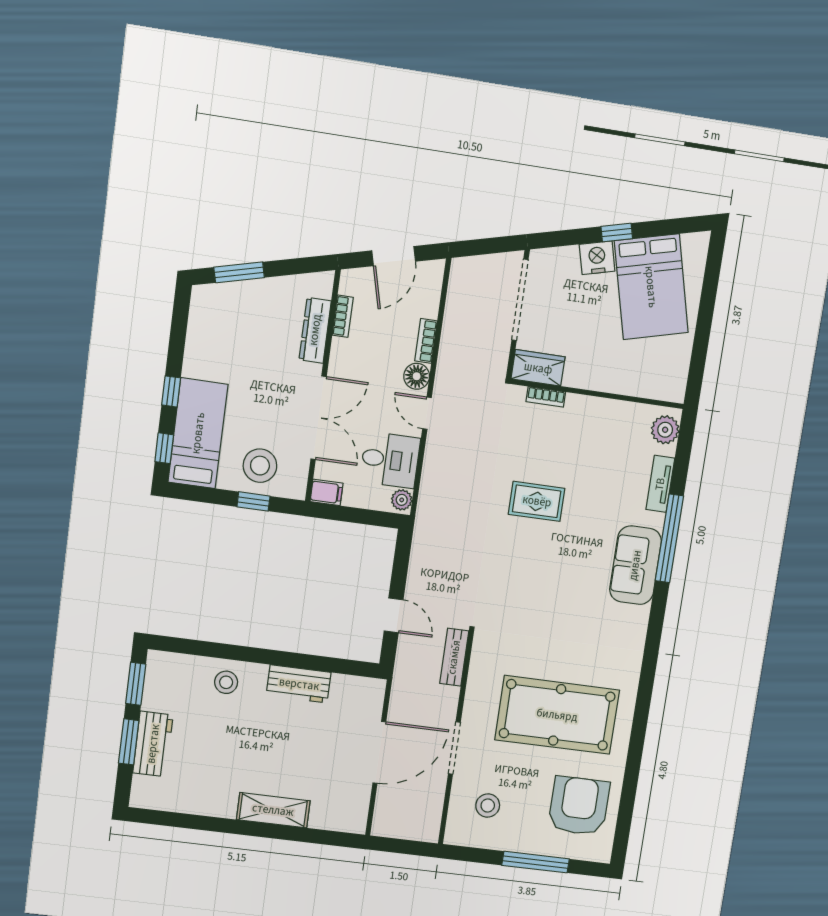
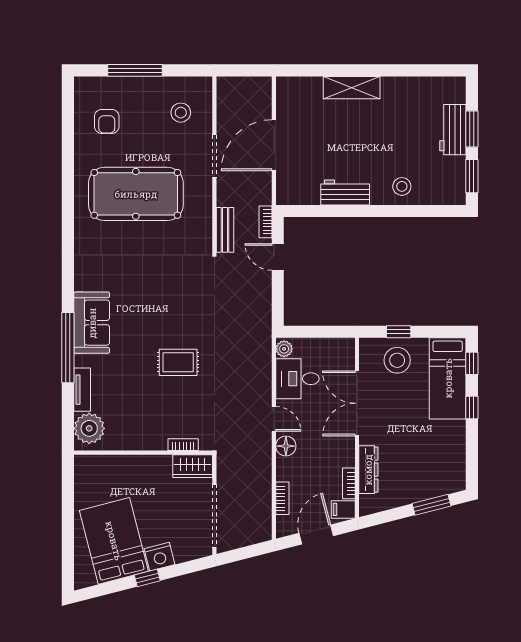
bookcase: (426, 341) -> (282, 498), moved
plant: (665, 430) -> (89, 428), width x1.36, depth x1.36
filing cabinet: (327, 492) -> (343, 509), moved
bookcase: (403, 661) -> (265, 222), added
armchair: (579, 806) -> (107, 121), width x0.53, depth x0.53

